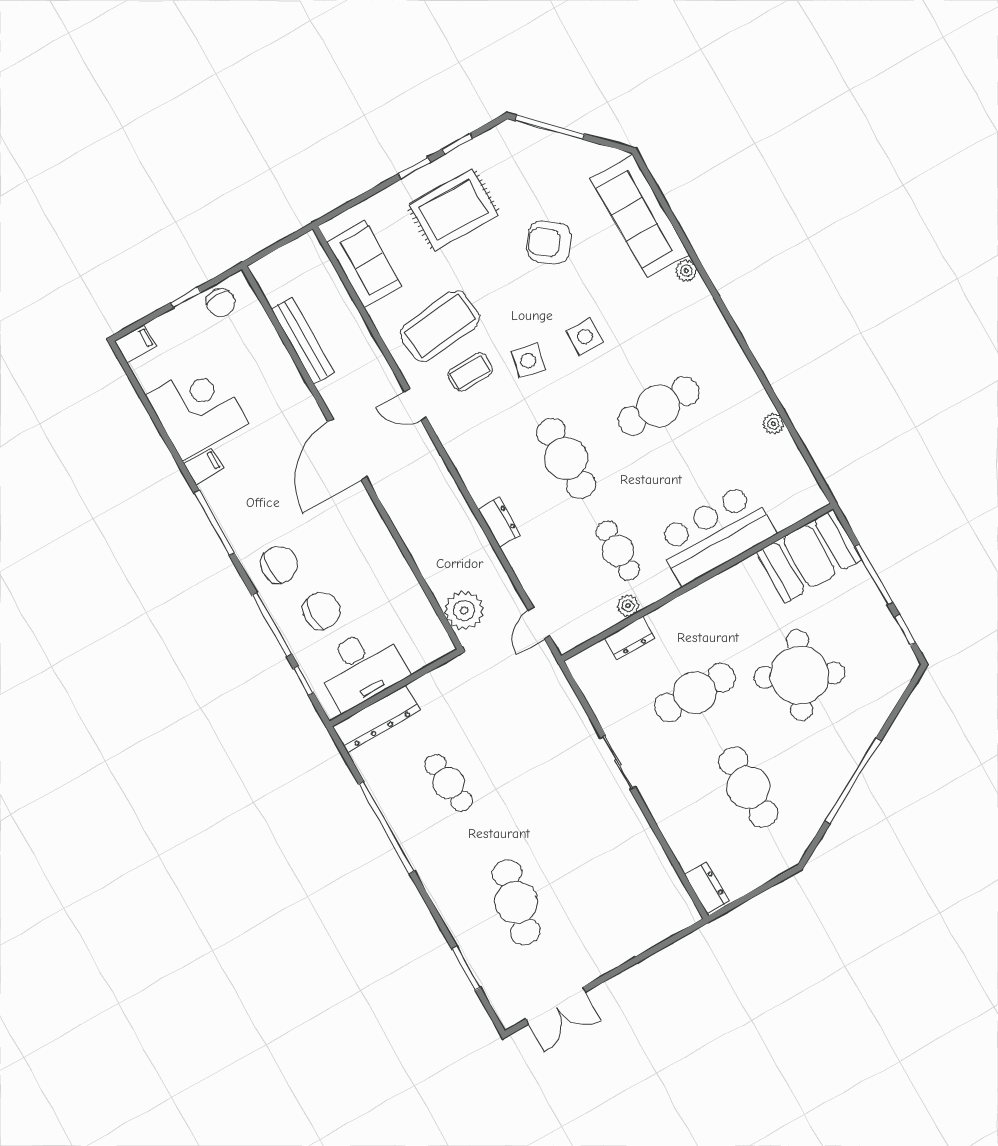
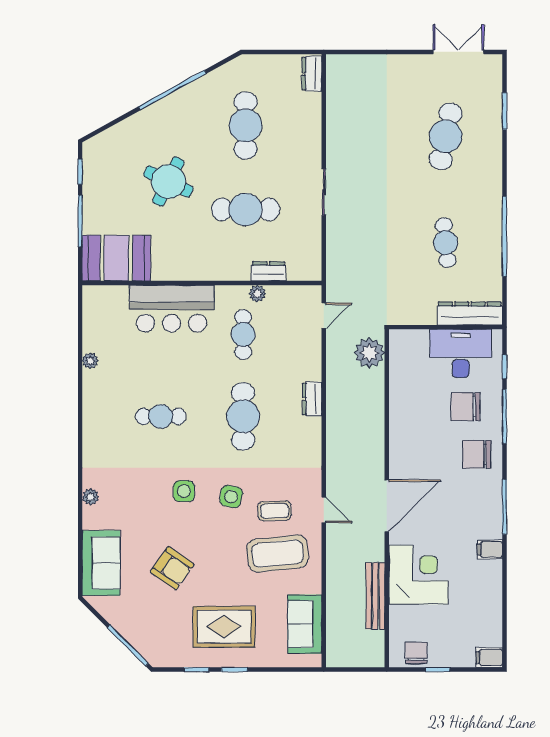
sofa: (640, 216) -> (101, 563), width x0.73
cafe table: (658, 406) -> (161, 416), width x0.73, depth x0.74
corner desk: (197, 409) -> (418, 575), moved, turned 180
round table: (799, 675) -> (168, 182), width x0.73, depth x0.73

